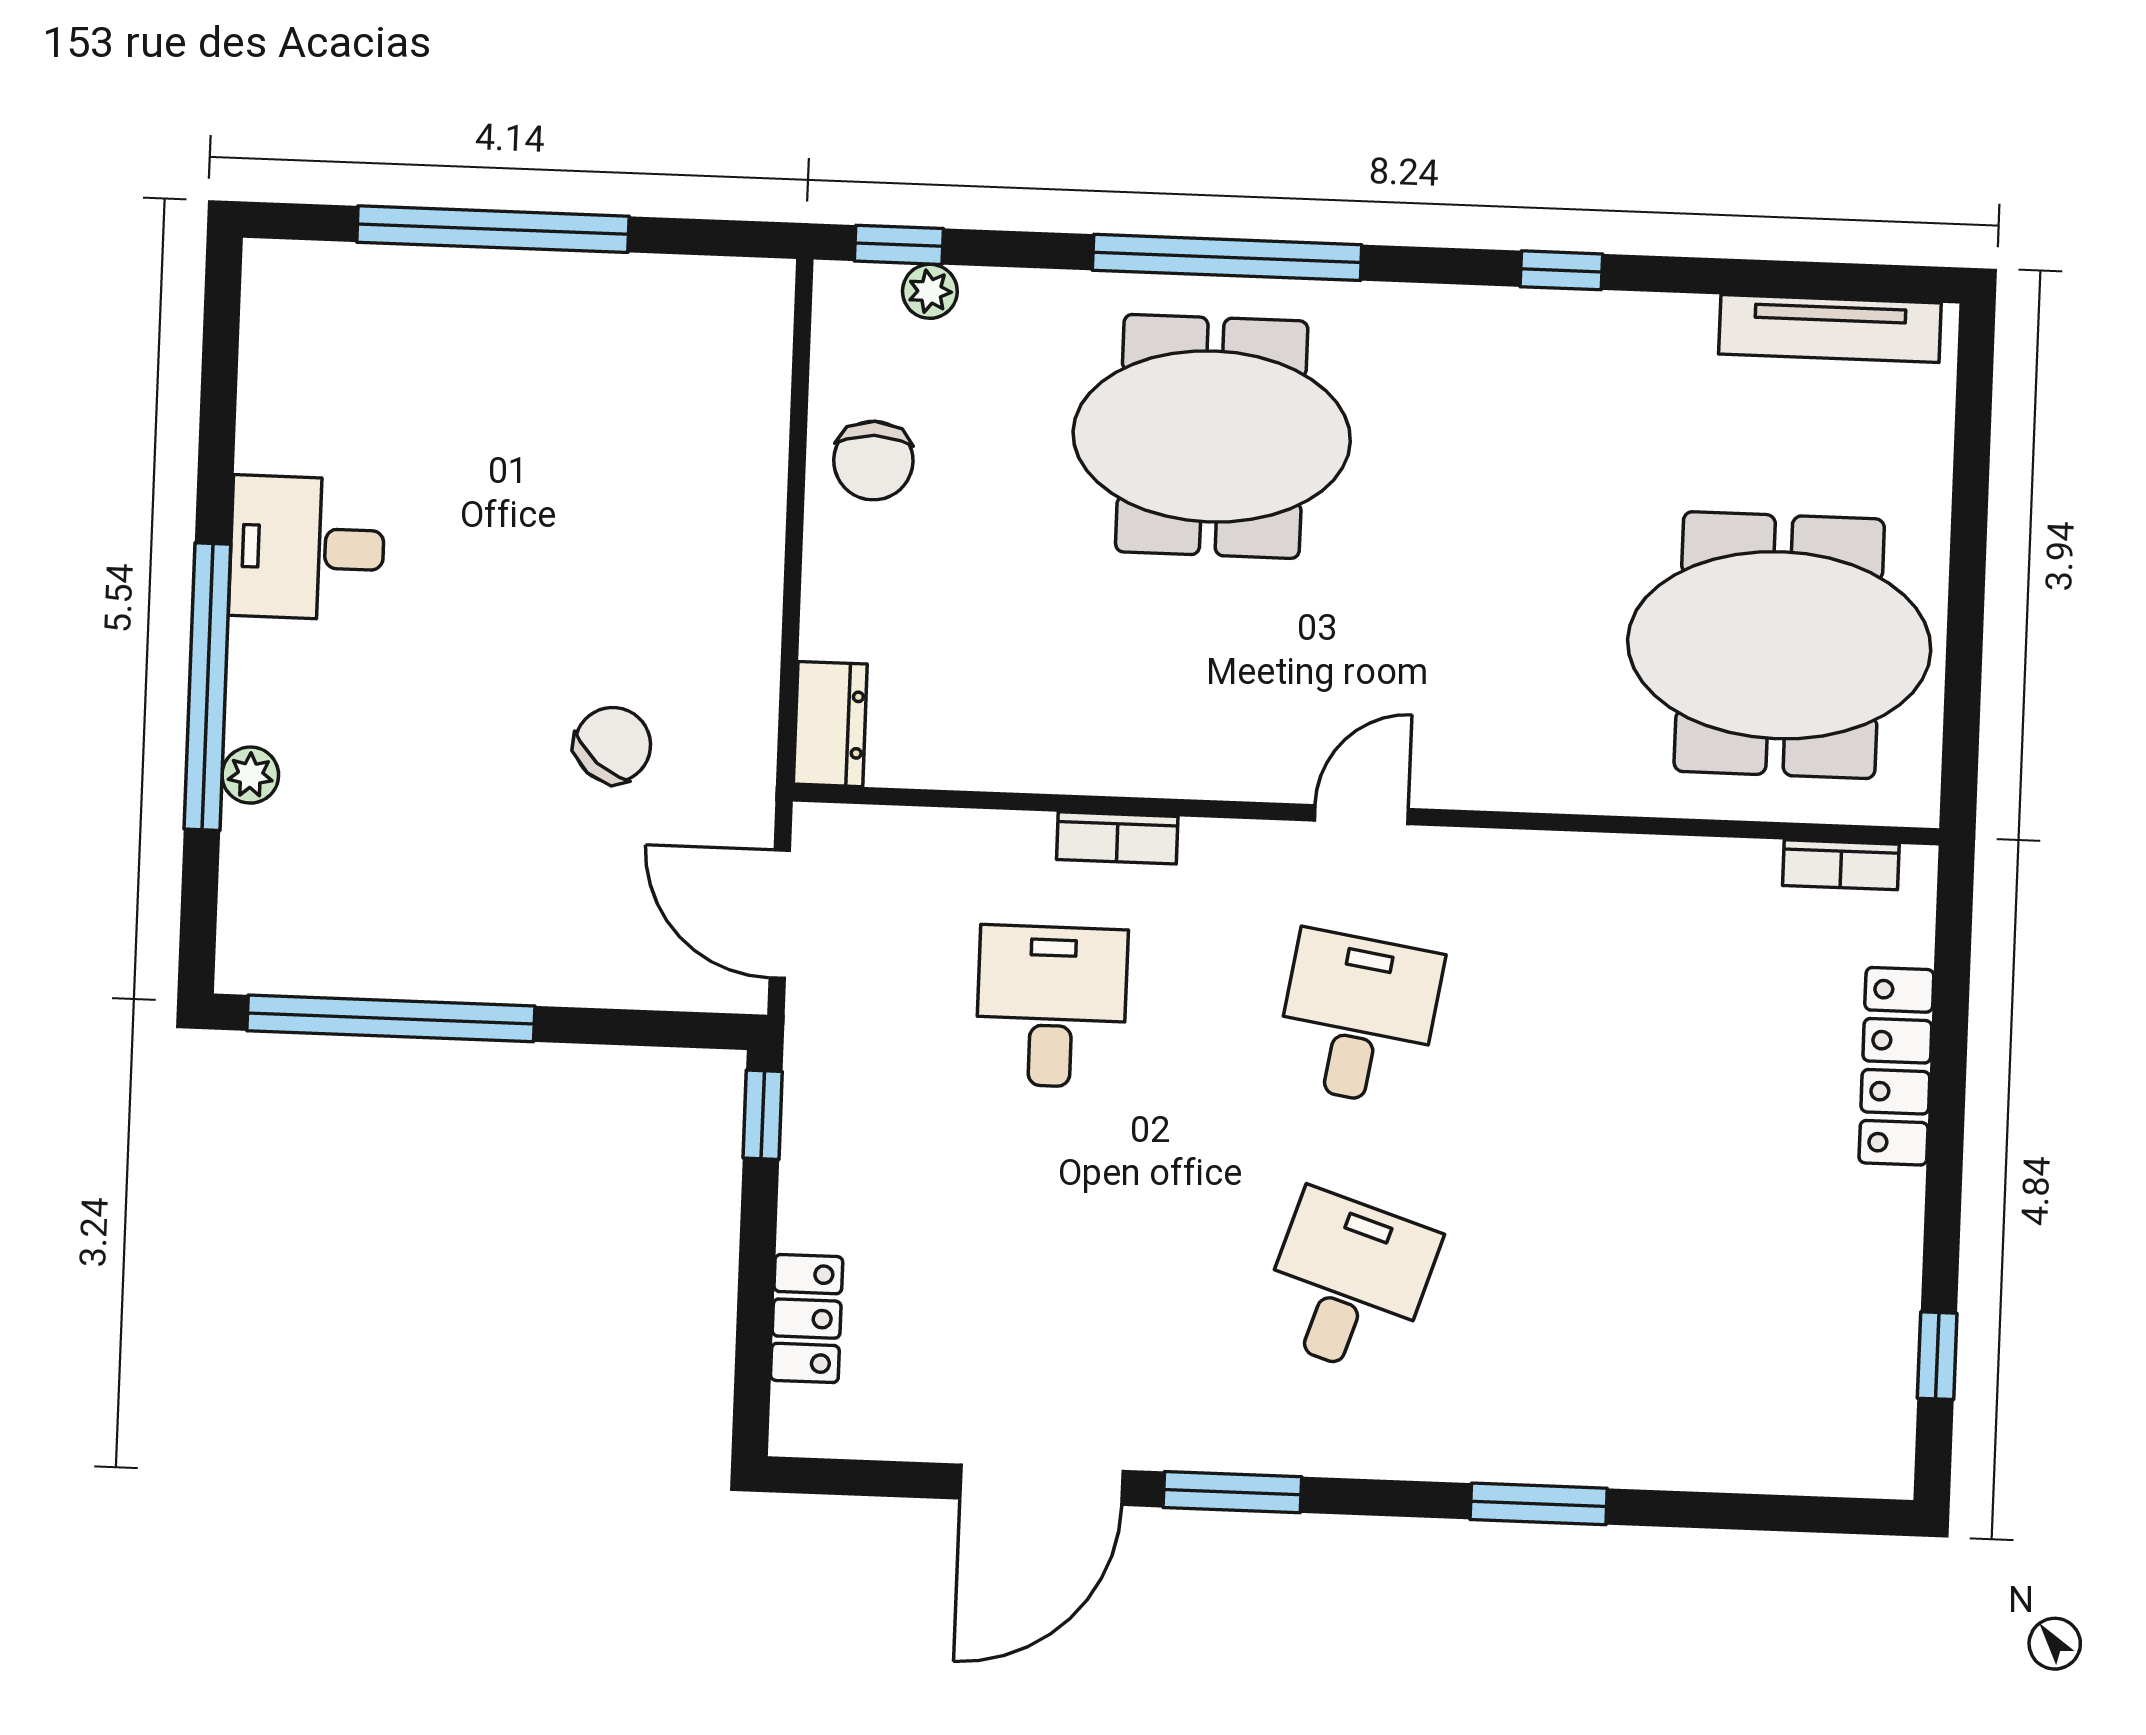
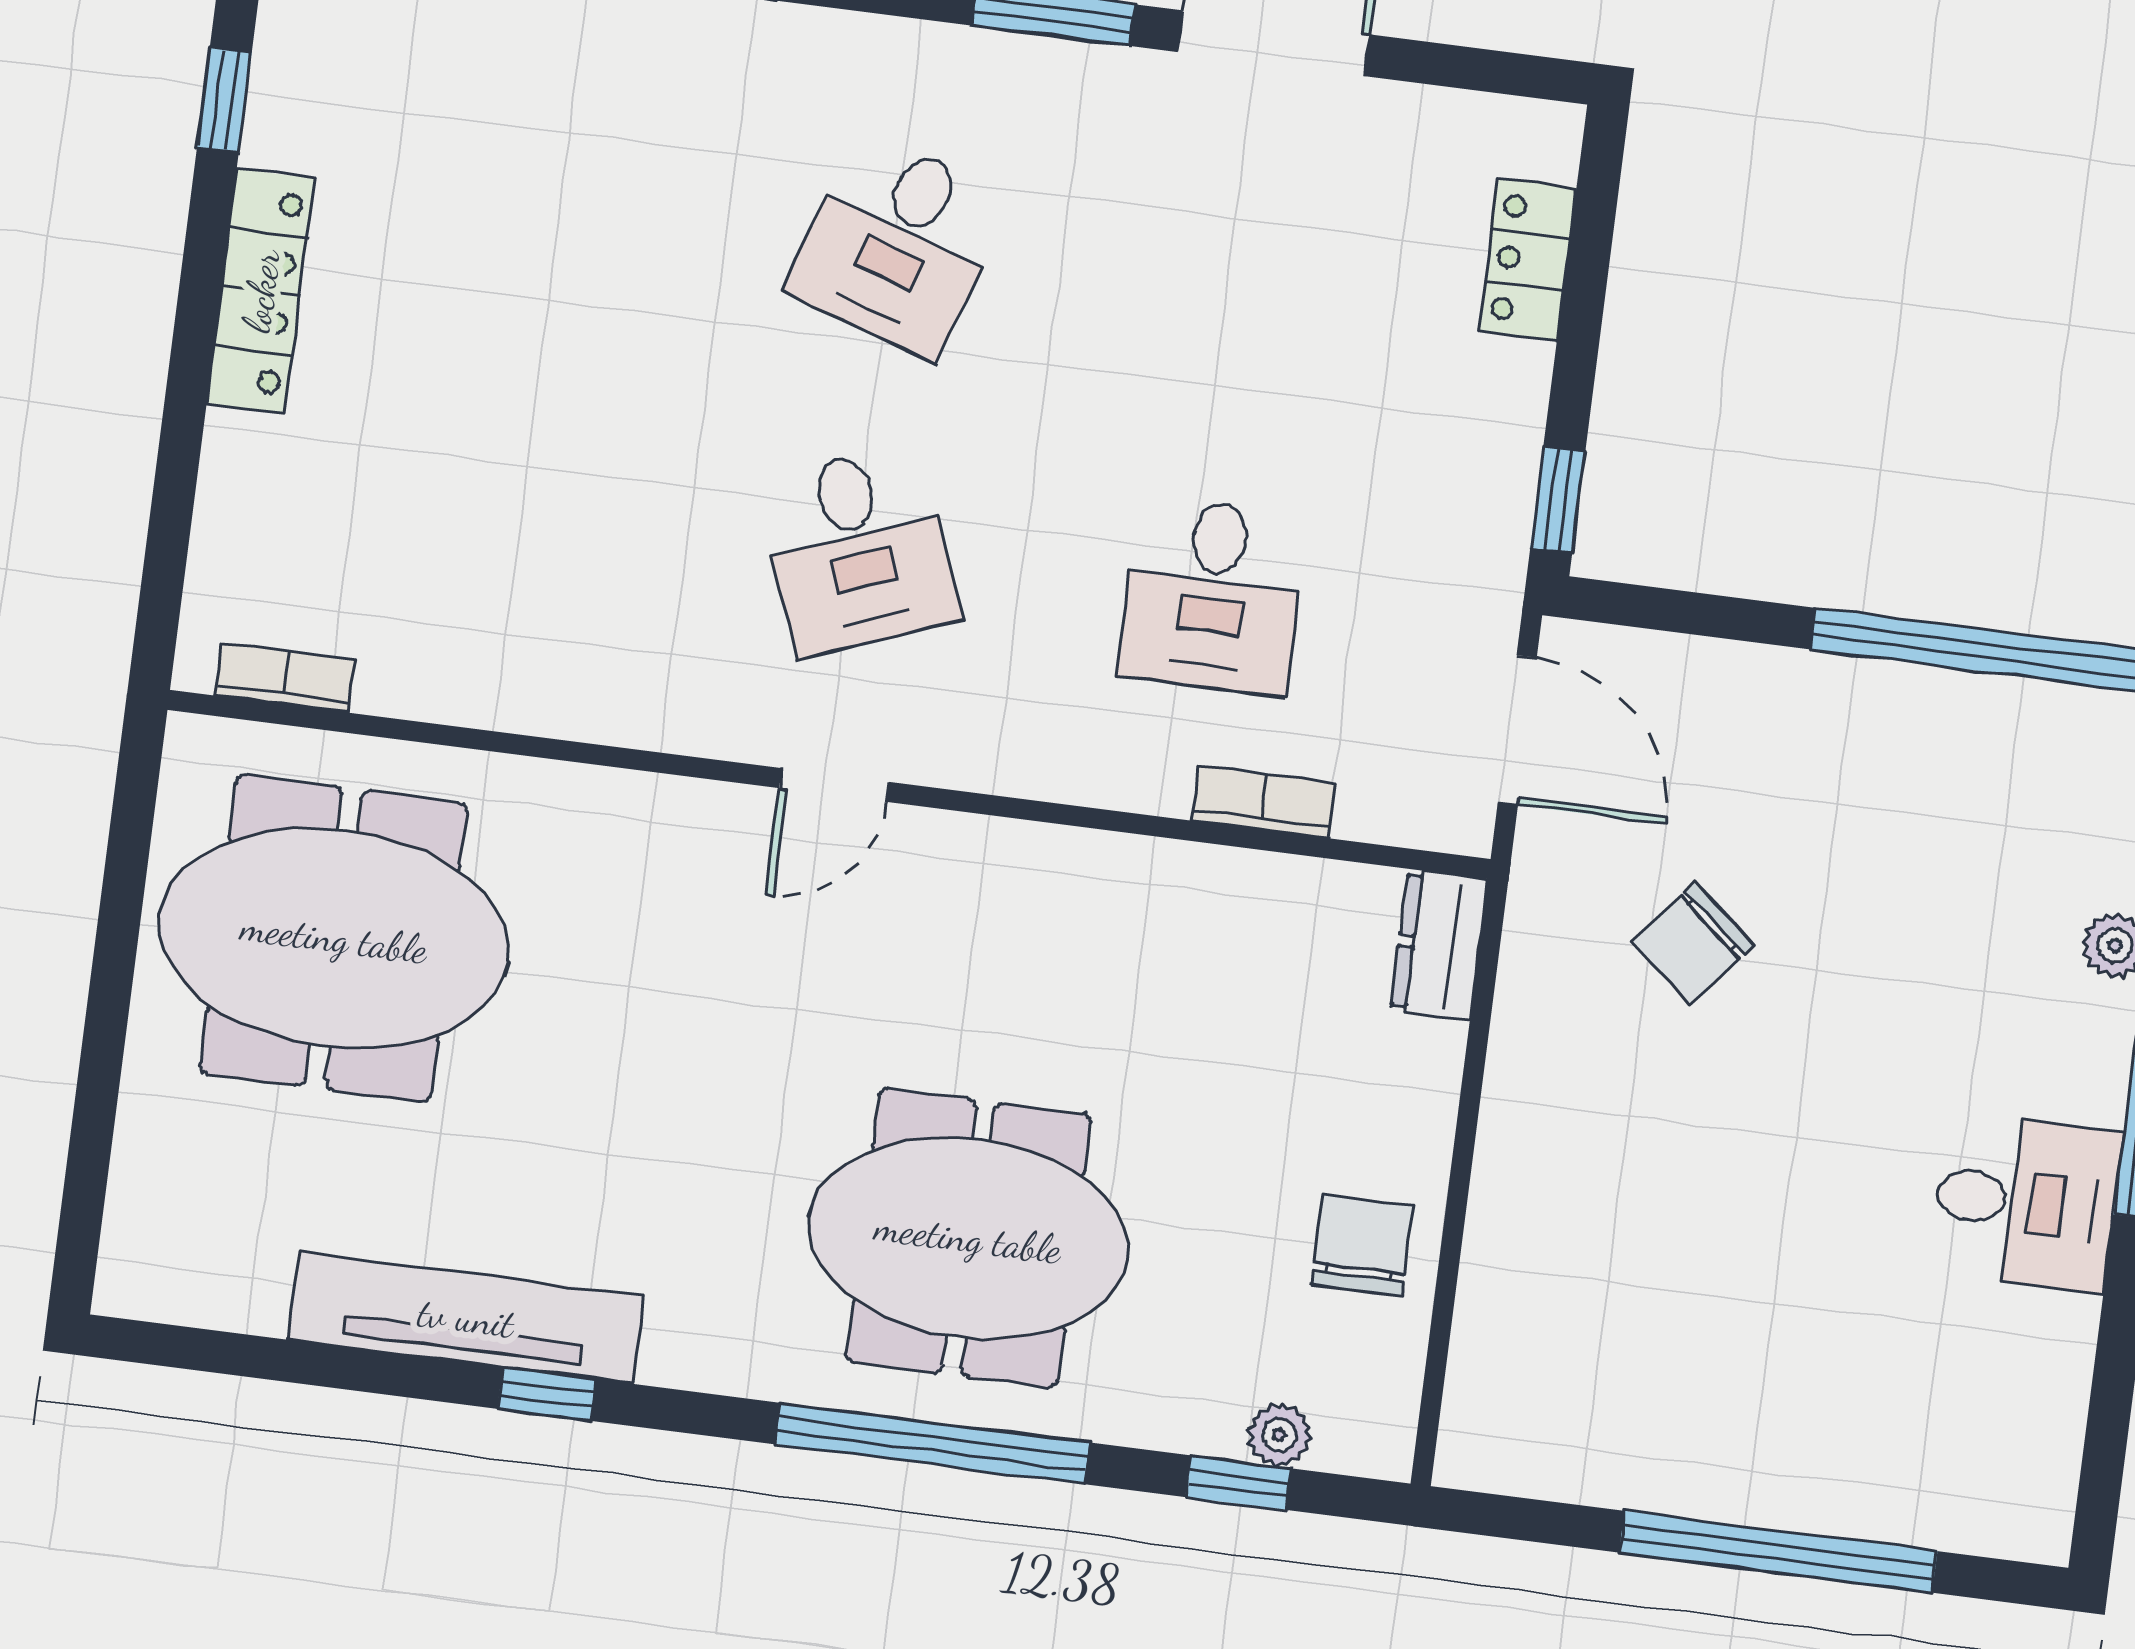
window: (899, 245) -> (1238, 1483), moved
tv unit: (1830, 329) -> (466, 1318), moved, width x1.36, depth x1.29
bookcase: (1117, 838) -> (1264, 802), moved
desk: (1358, 1018) -> (859, 550), turned -30
locker: (1896, 1066) -> (261, 291), moved

